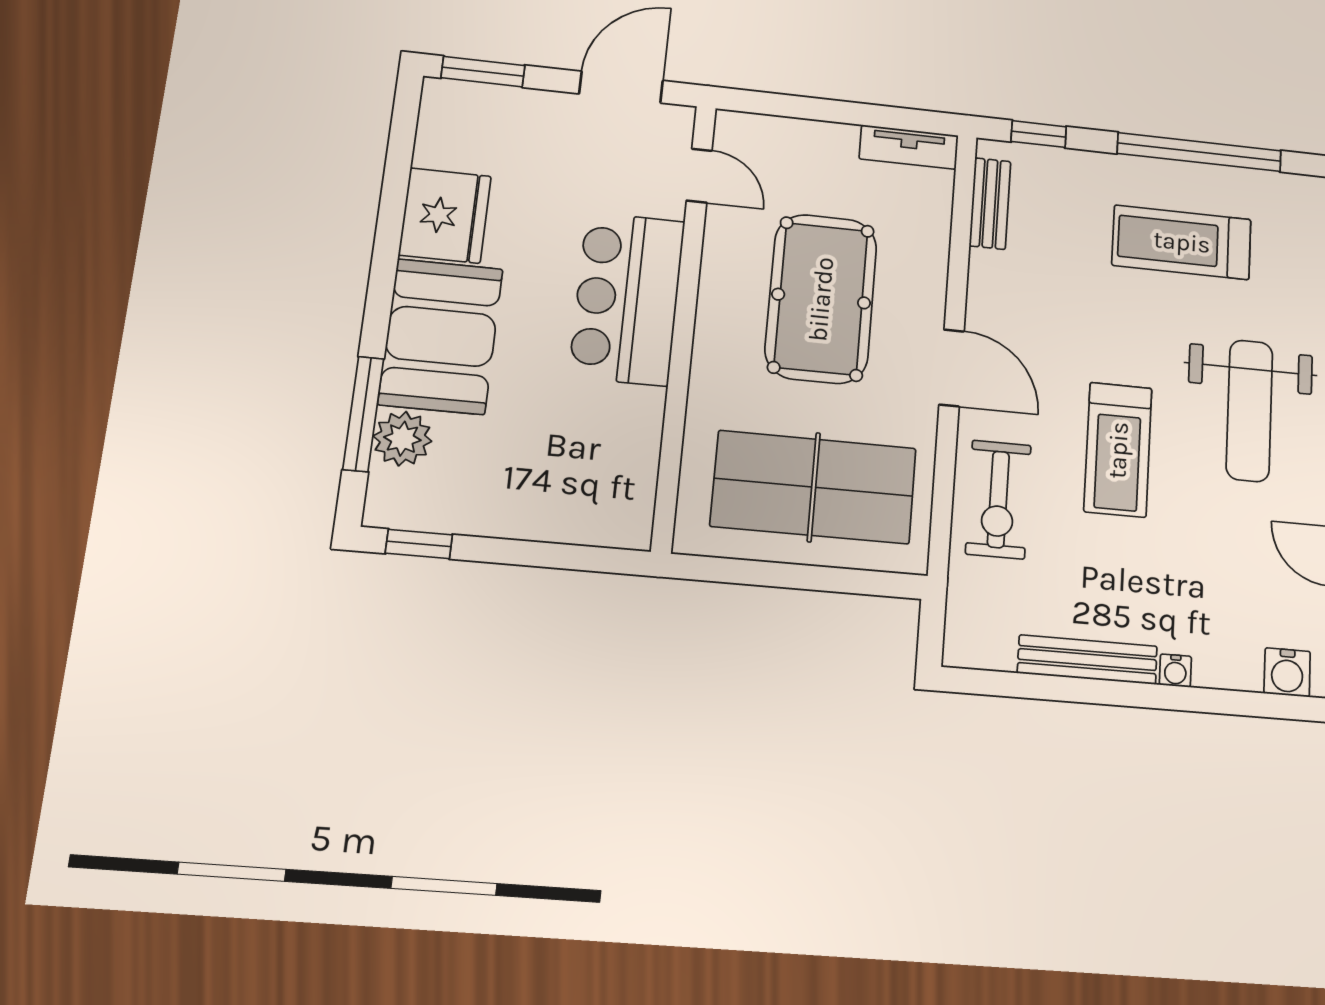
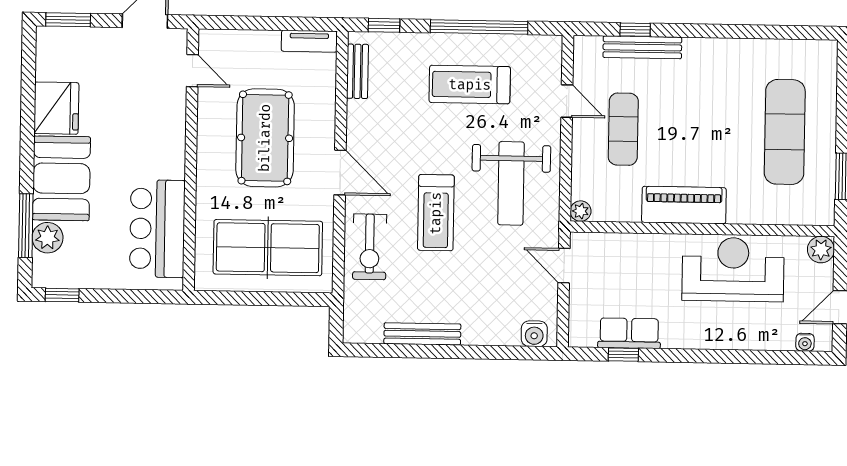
bar counter: (627, 299) -> (157, 229), moved
water cooler: (1175, 671) -> (471, 337), removed

